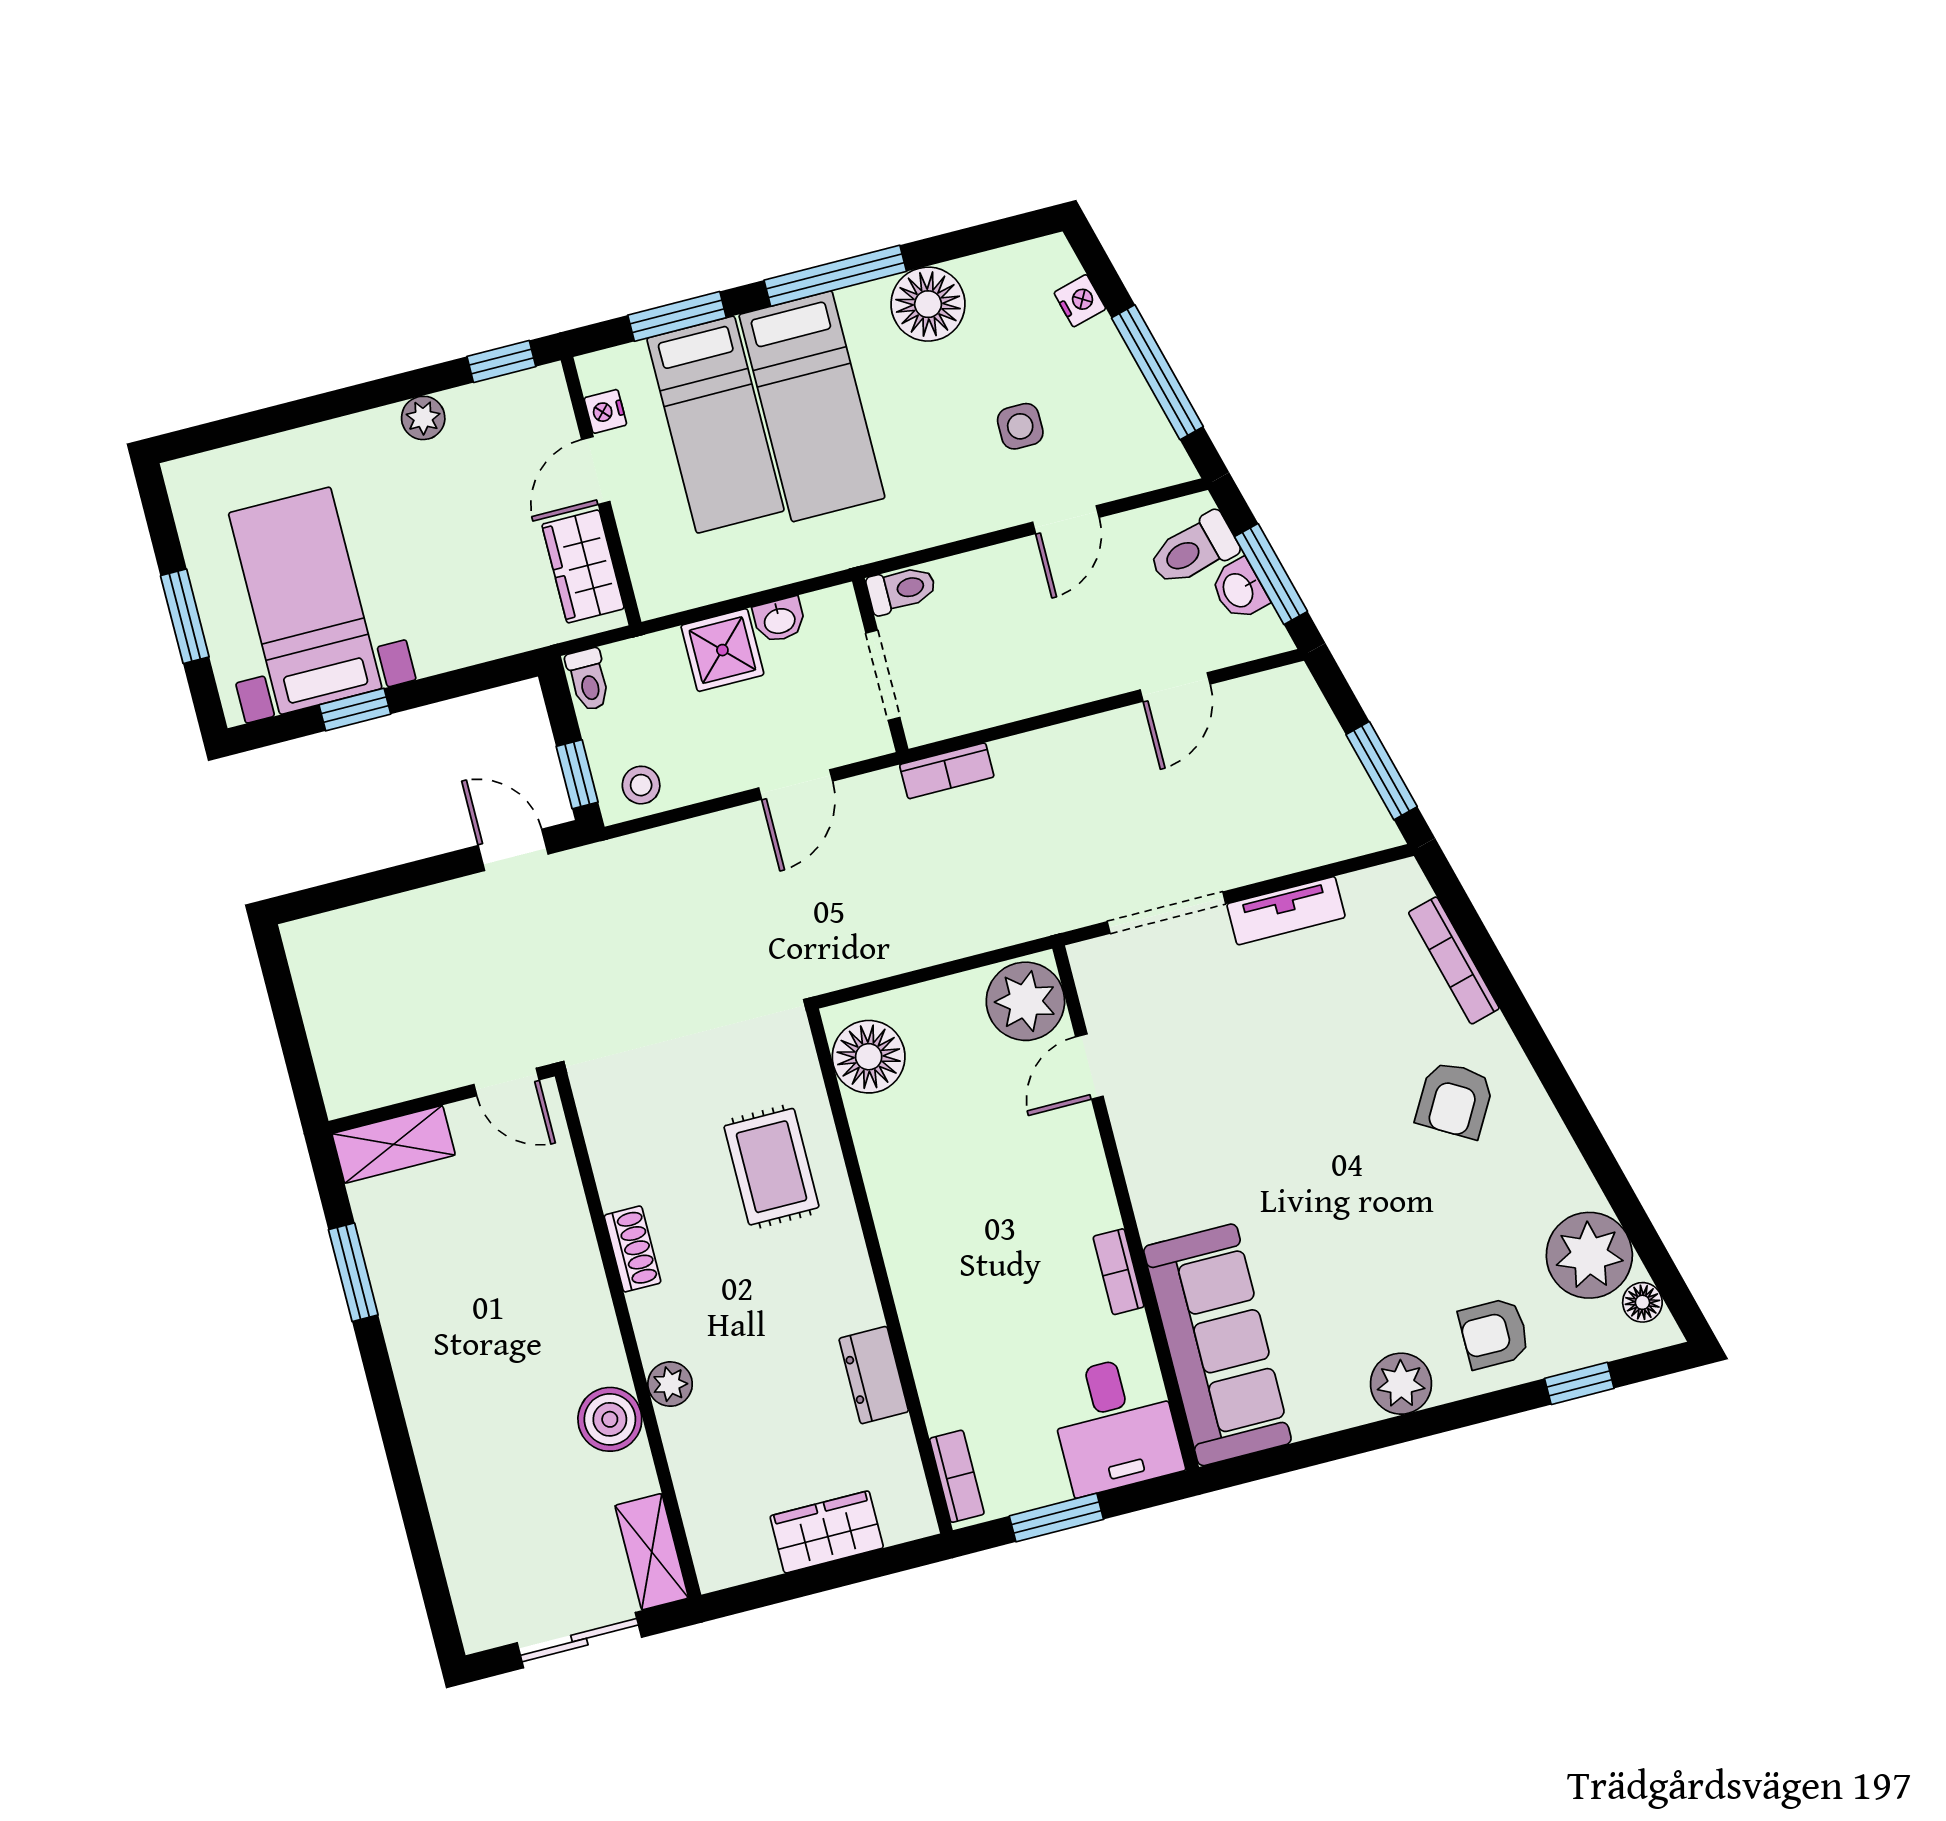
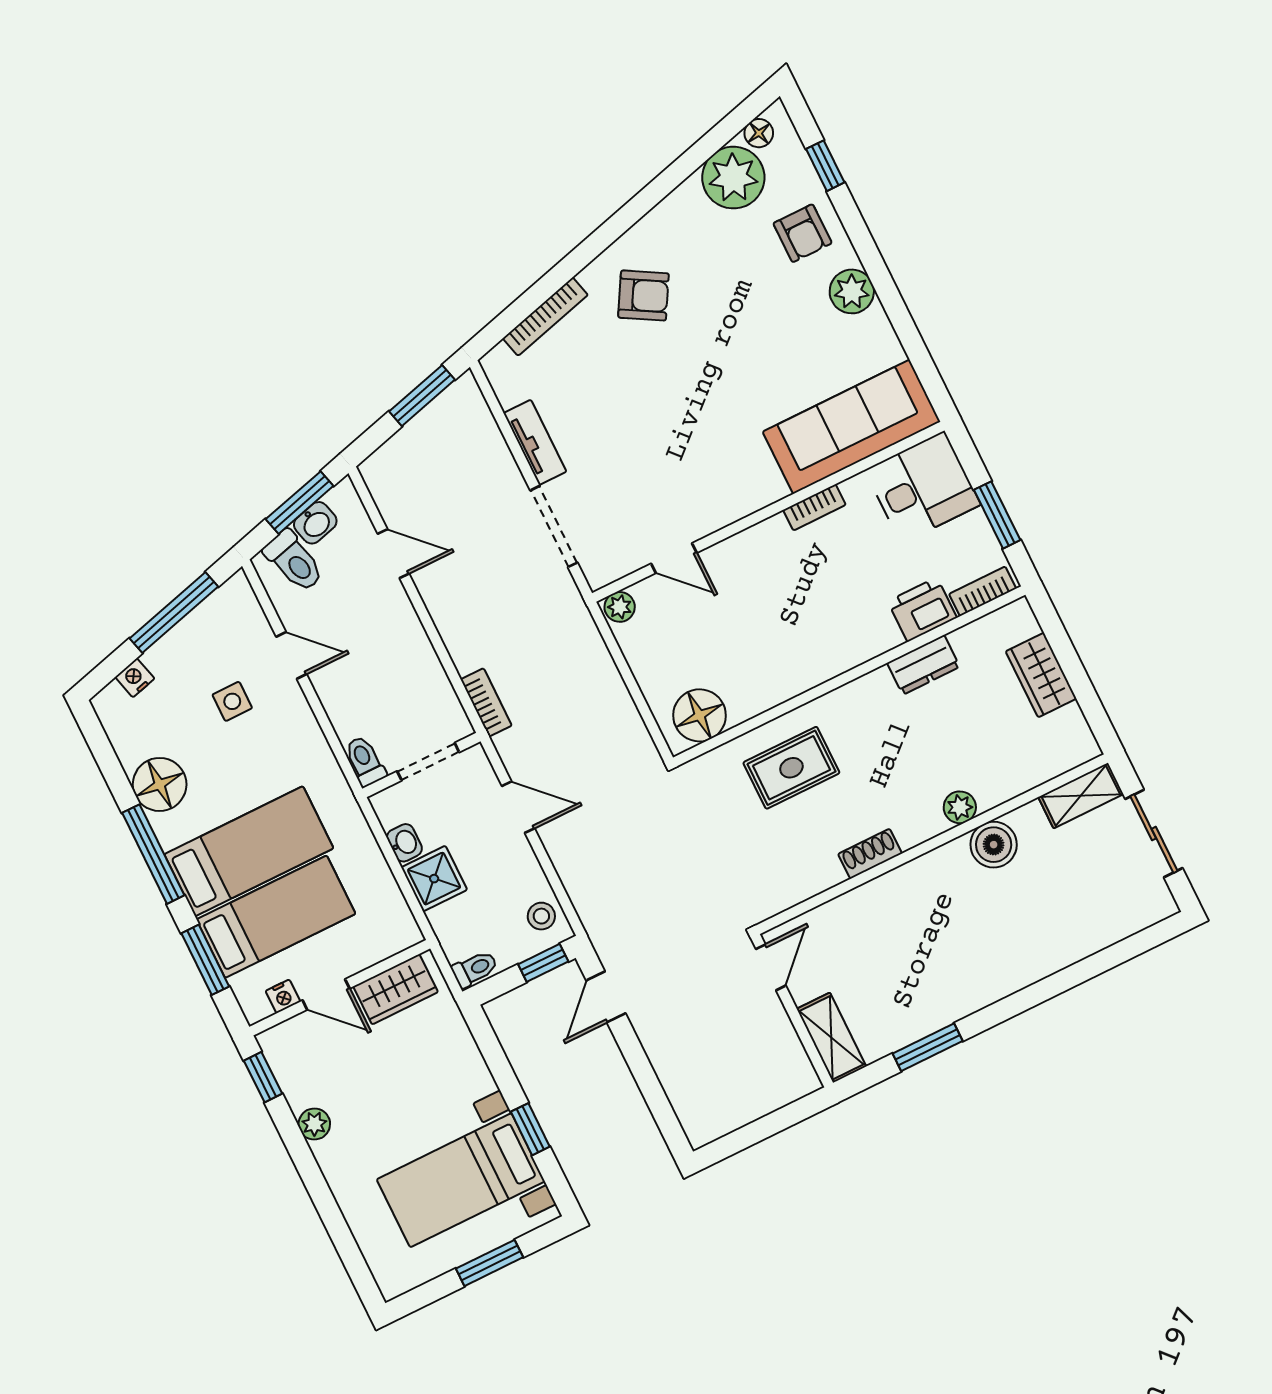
plant: (1025, 1001) -> (620, 607), width x0.53, depth x0.53
printer: (949, 1389) -> (922, 610), added

